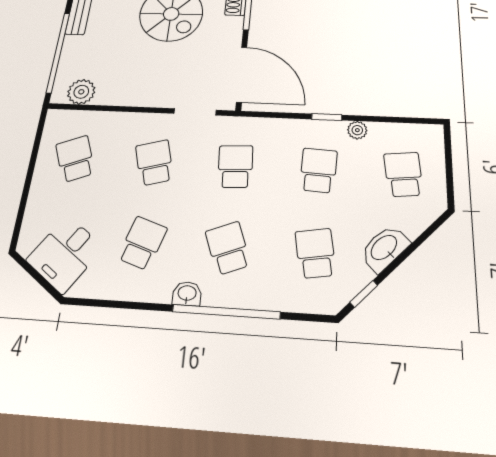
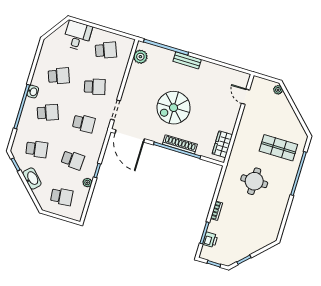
door: (242, 74) -> (130, 136), hinge flipped
school desk: (142, 243) -> (59, 76), turned -39
desk: (65, 254) -> (77, 36), moved, turned 55

